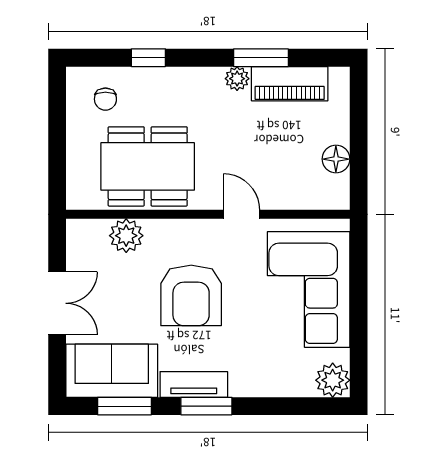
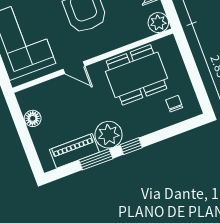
window: (148, 58) -> (131, 146), moved
plant: (237, 79) -> (109, 135), width x1.87, depth x1.87
plant: (126, 236) -> (158, 23), moved

